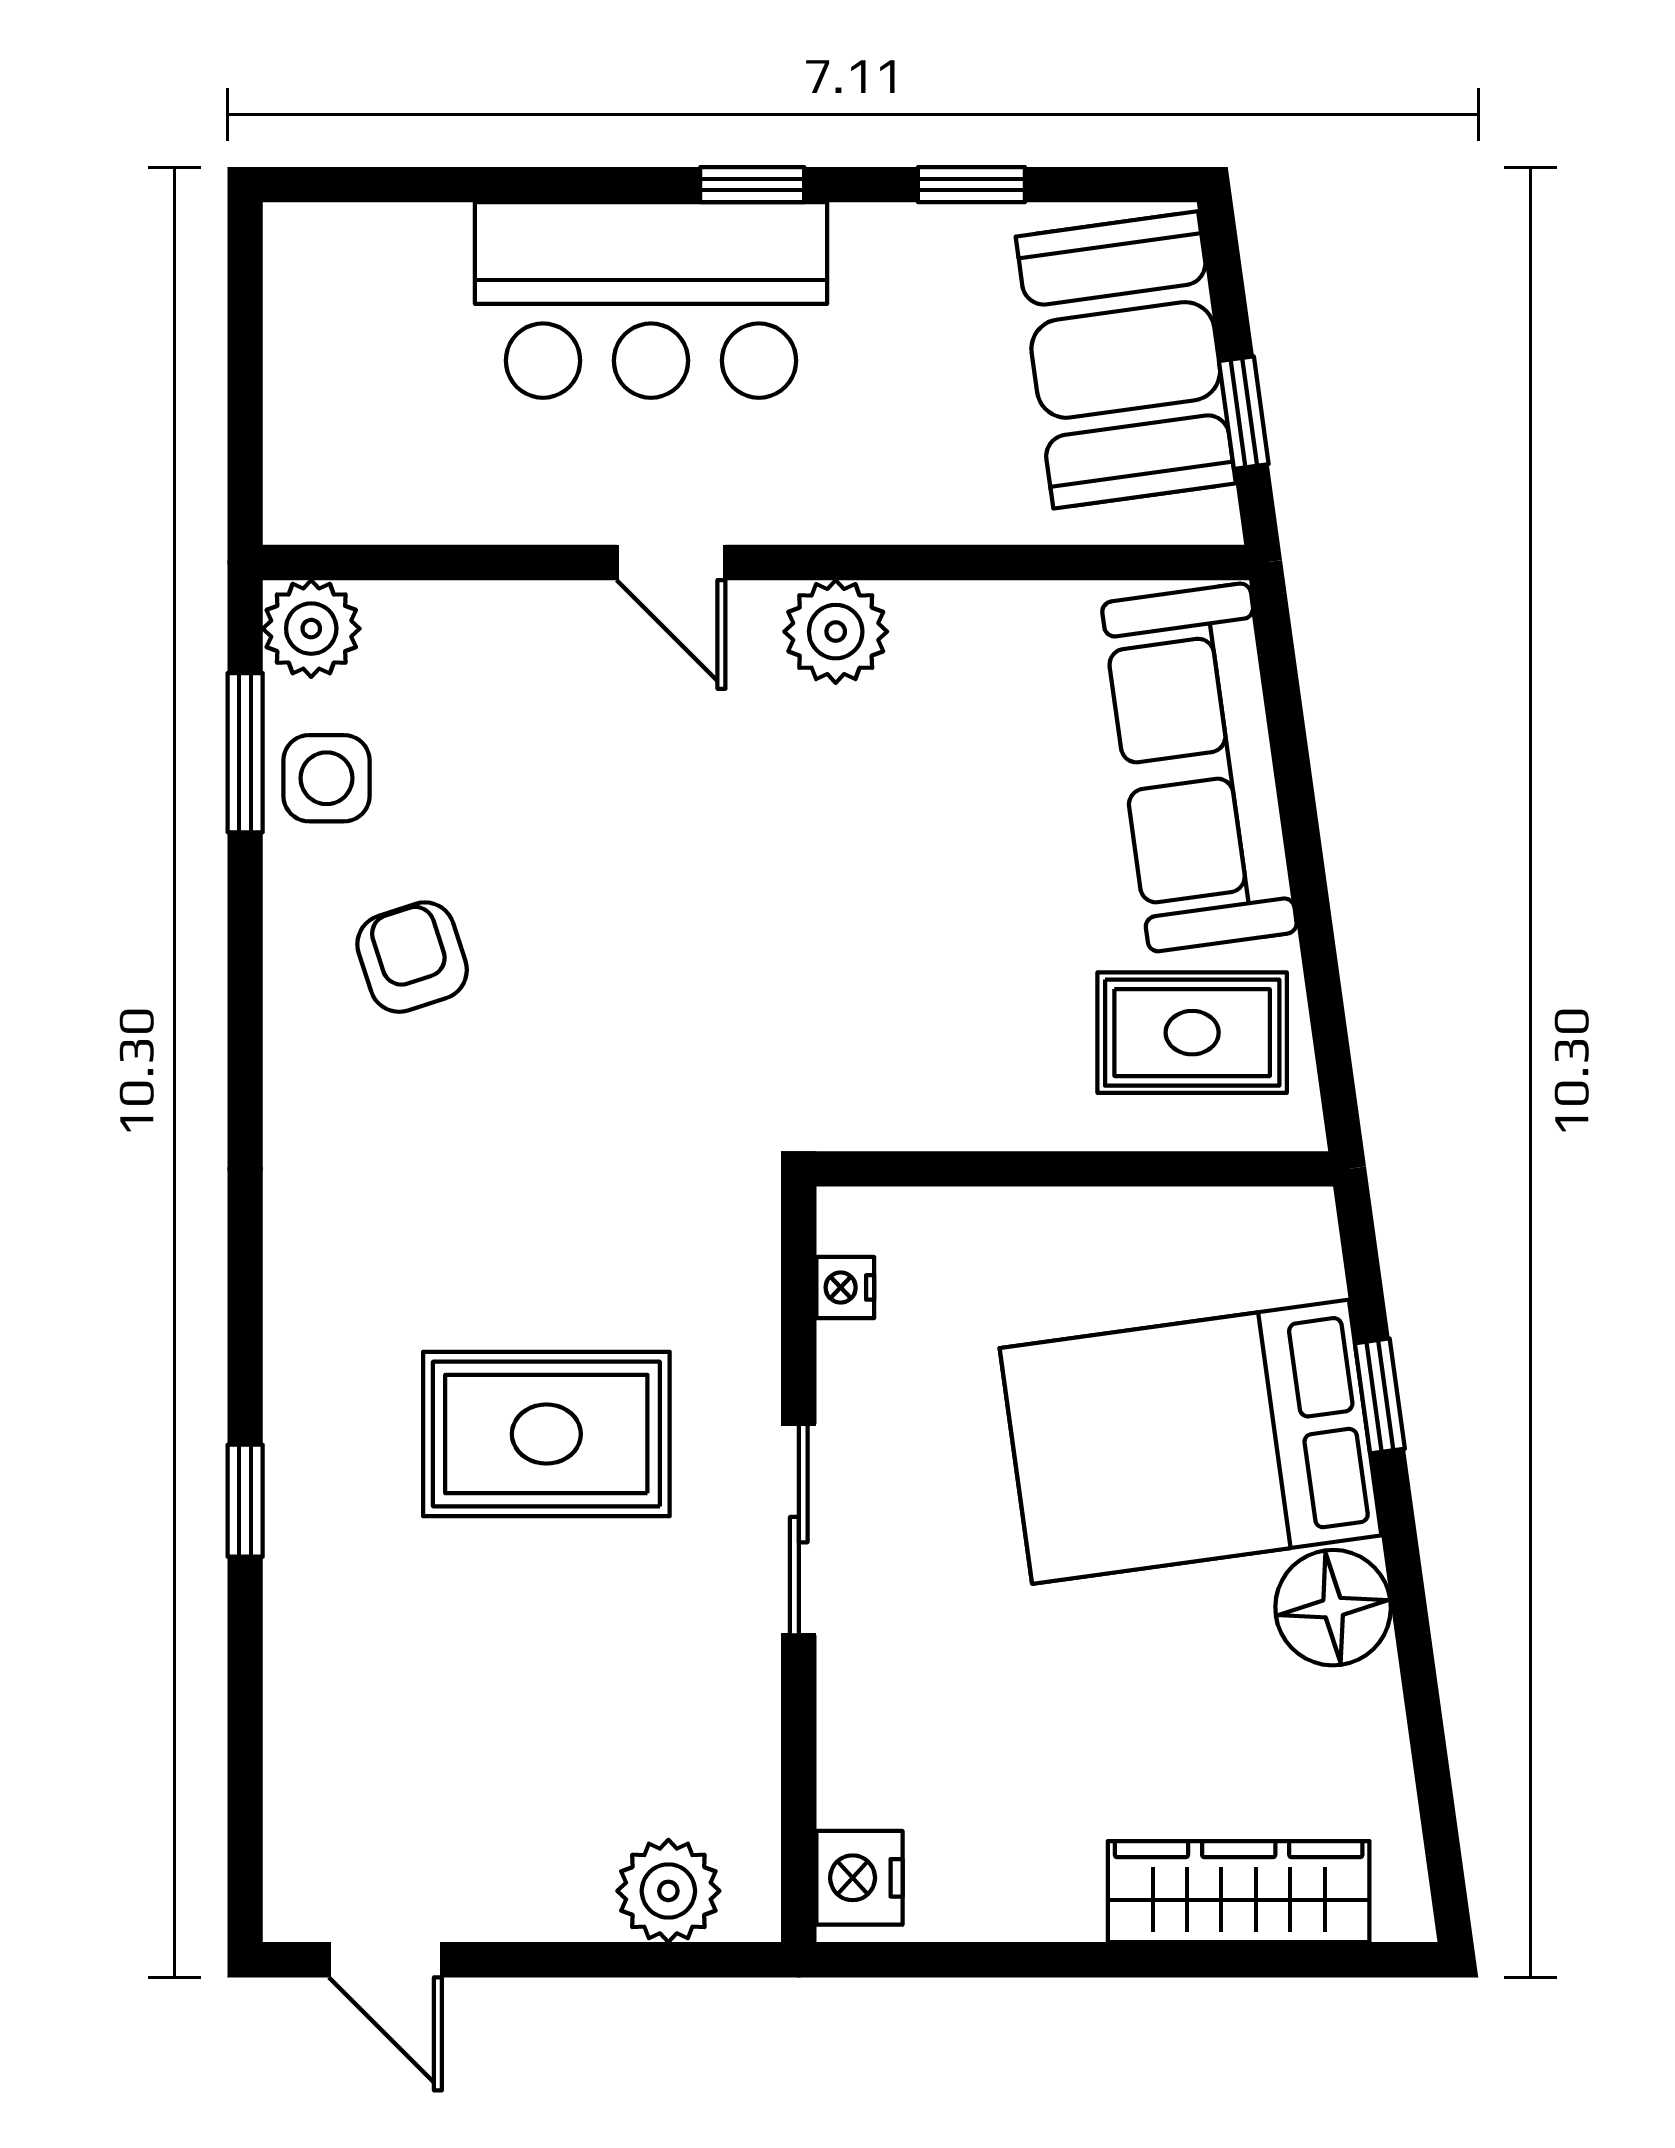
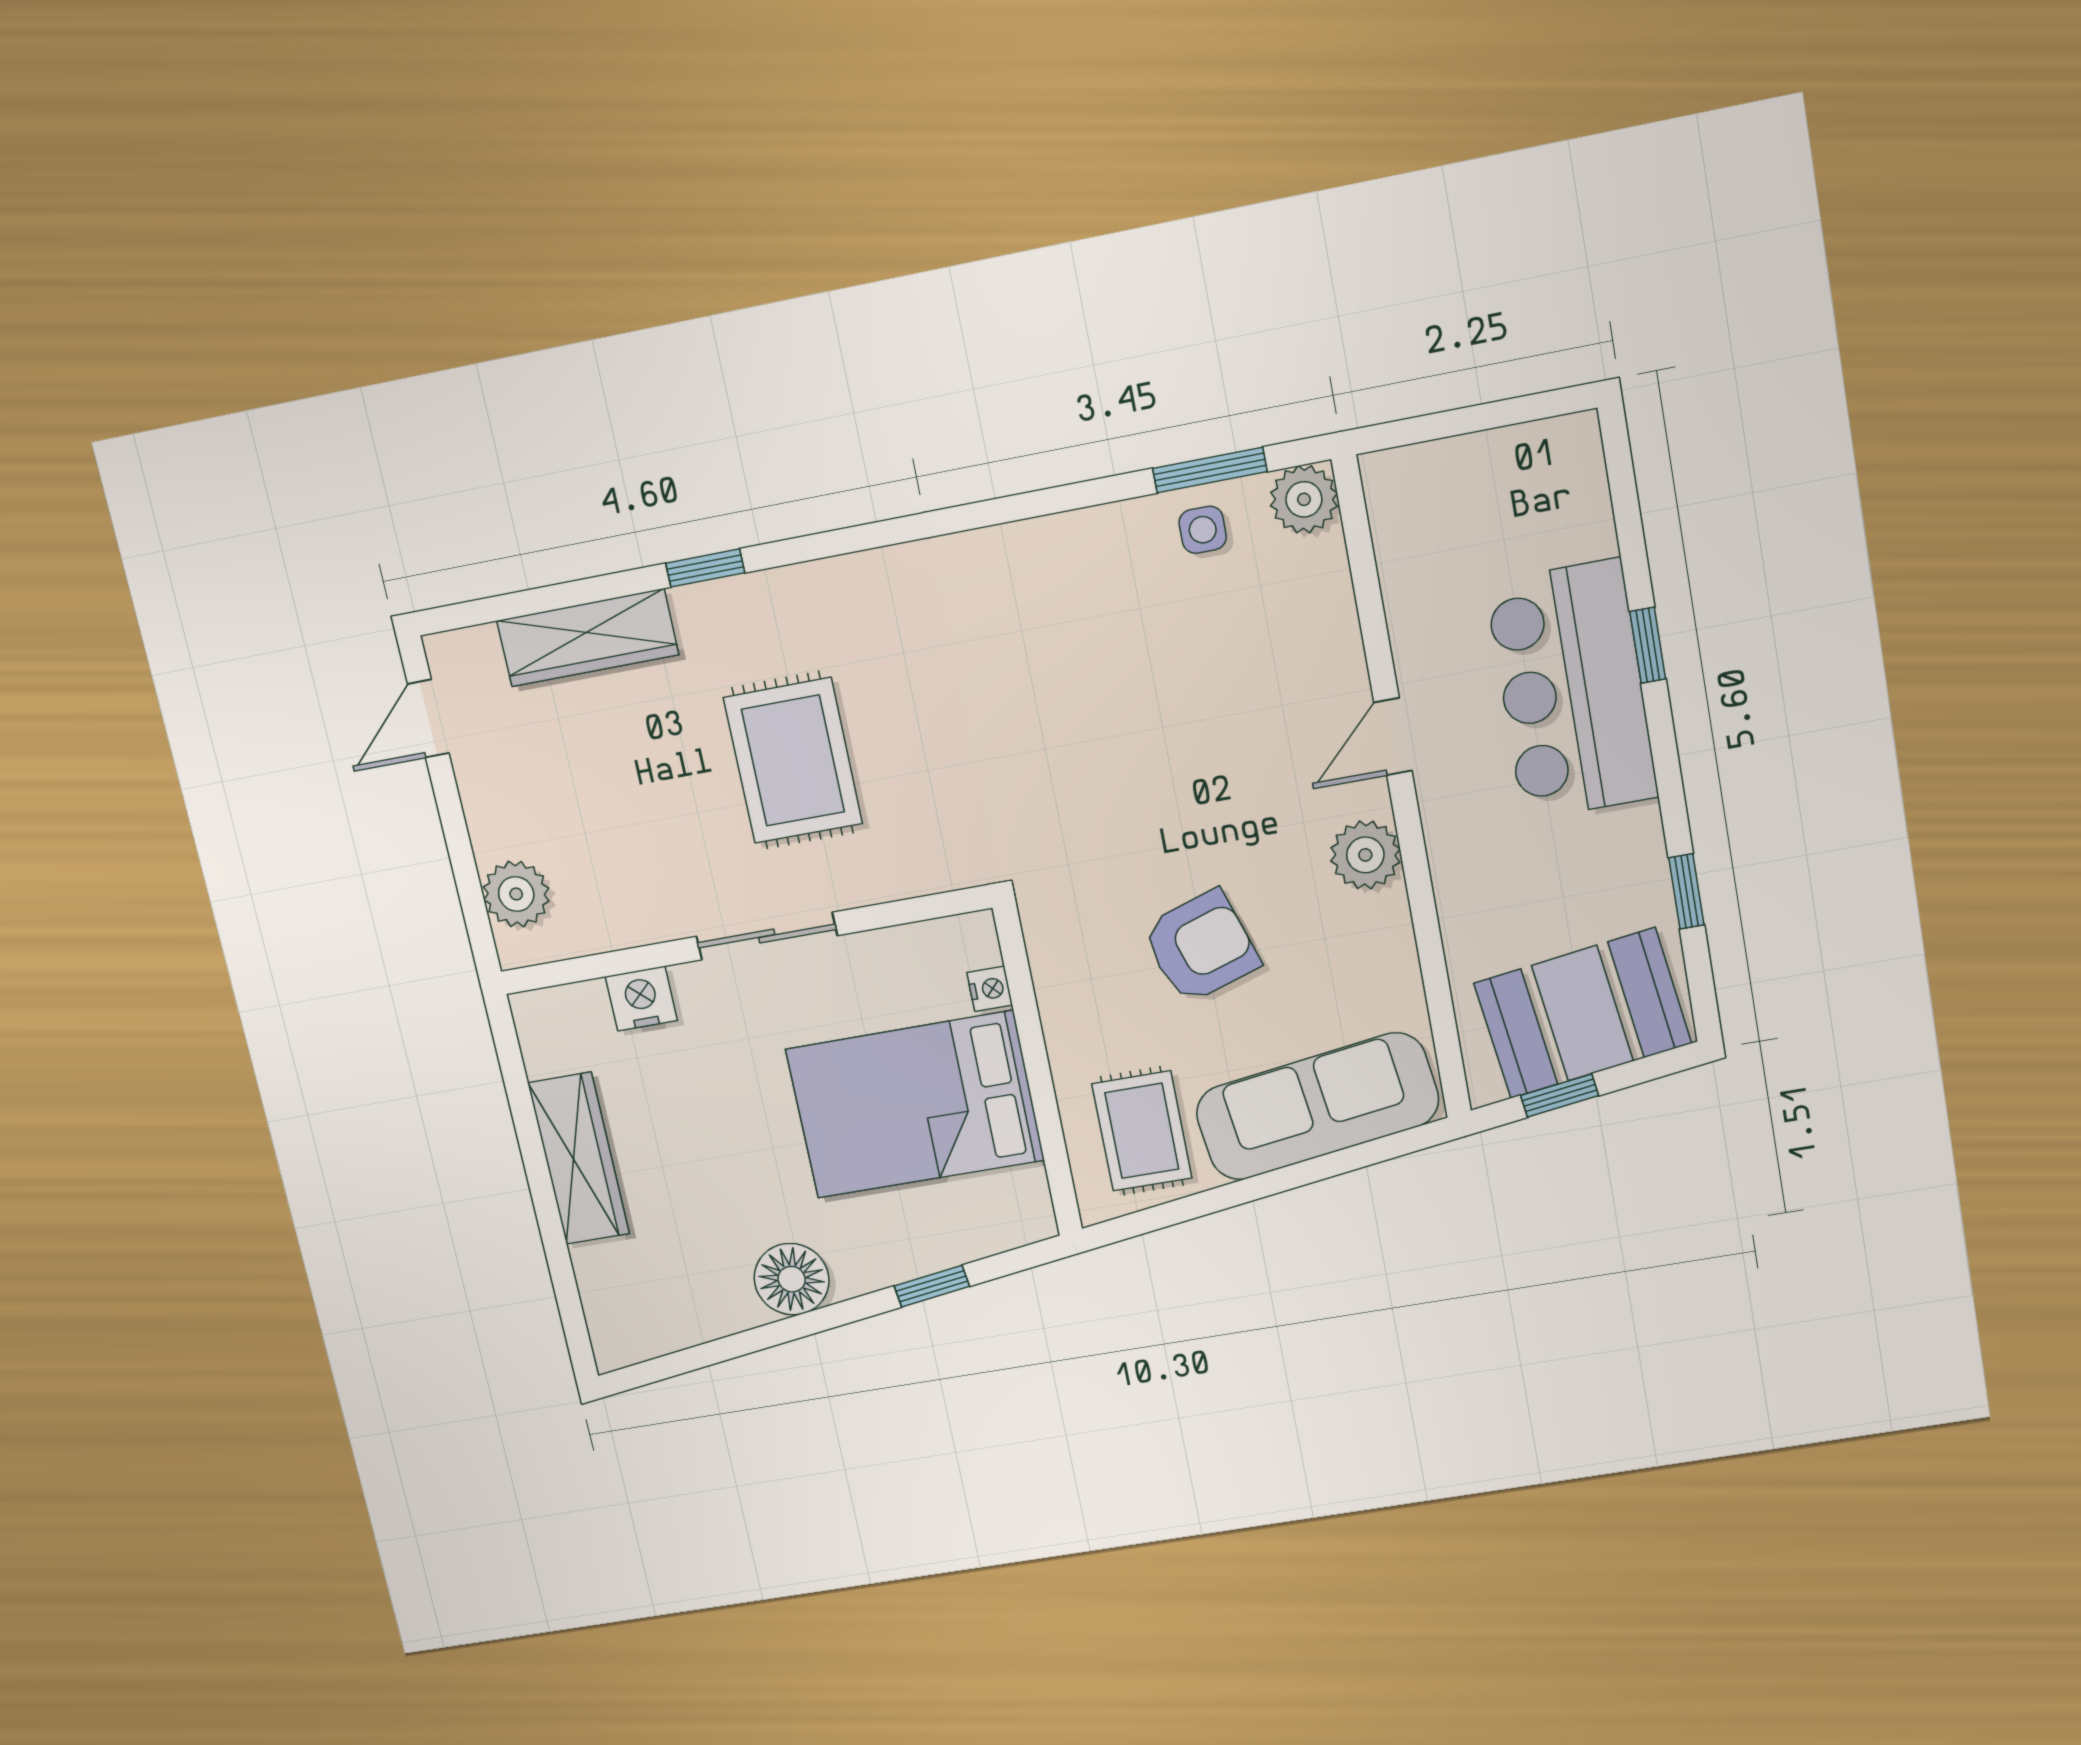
window: (752, 185) -> (1648, 645), moved
side table: (327, 778) -> (1203, 530), width x0.73, depth x0.73
armchair: (412, 957) -> (1201, 947), moved, width x1.38, depth x1.38
nightstand: (845, 1287) -> (990, 989), moved, turned 90
bed: (1190, 1442) -> (915, 1105), moved, turned -82
wardrobe: (312, 1695) -> (588, 638), added
nightstand: (859, 1878) -> (641, 999), moved
wardrobe: (1239, 1892) -> (579, 1158), moved

